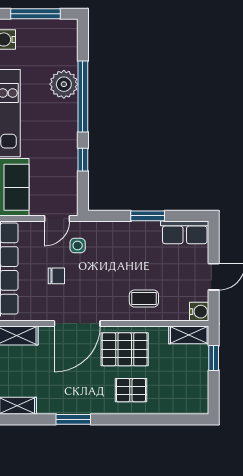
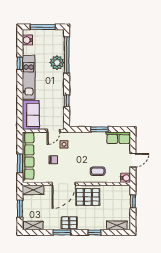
window: (83, 96) -> (67, 55), moved
shelving: (189, 335) -> (117, 225), moved
pallet: (131, 390) -> (69, 223), moved
window: (138, 419) -> (95, 232), added

